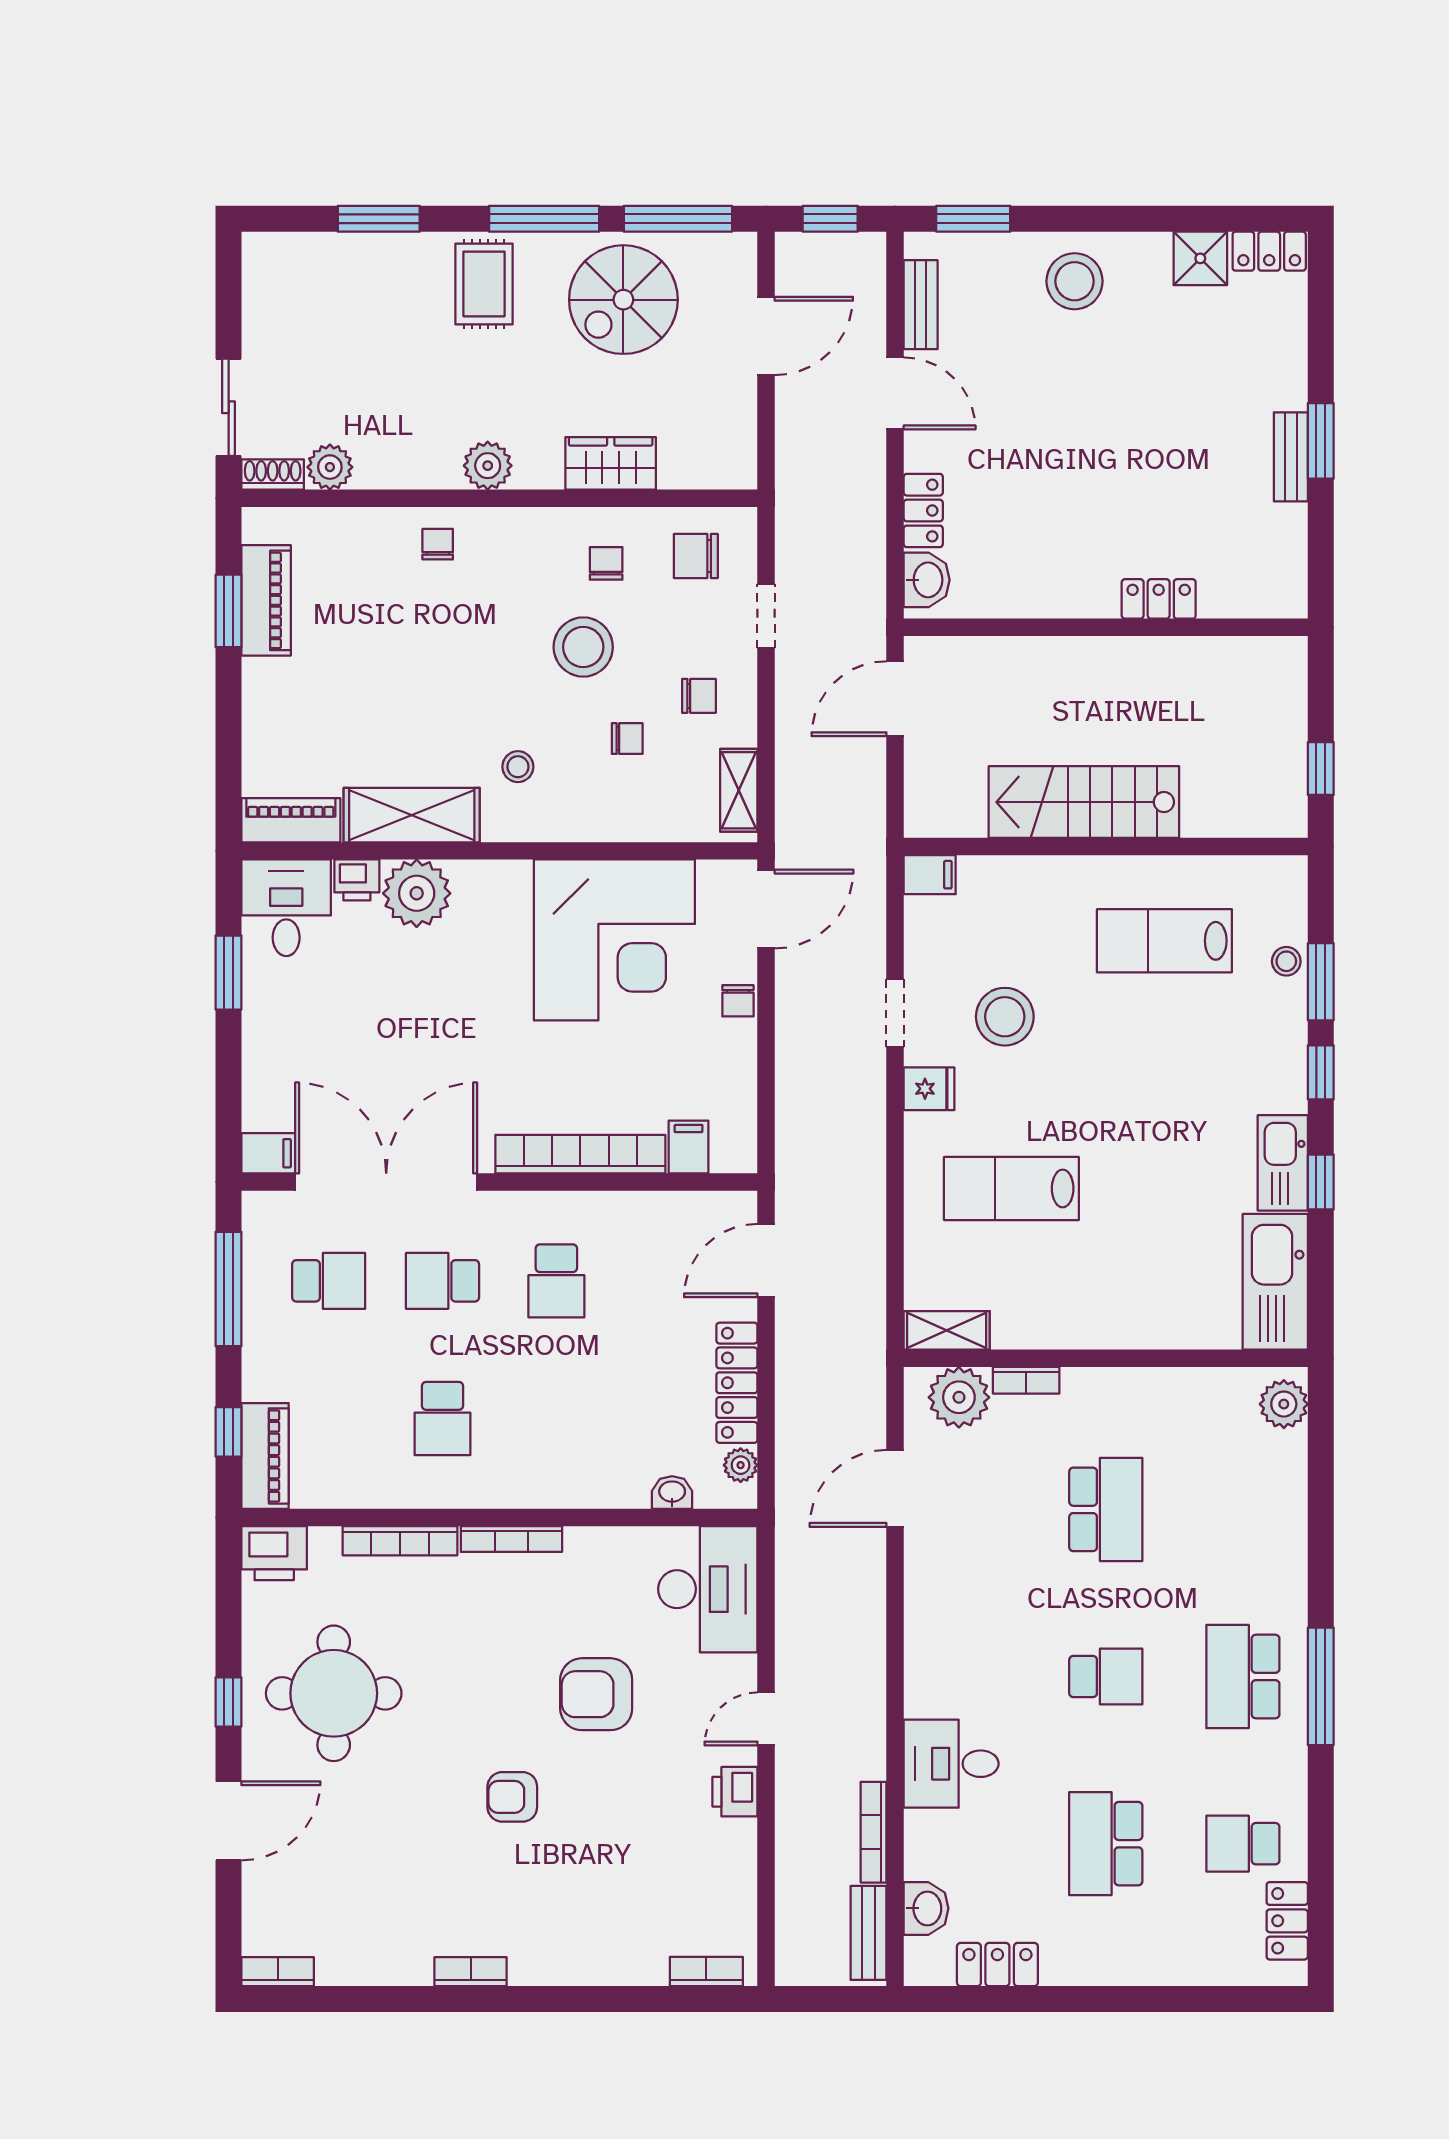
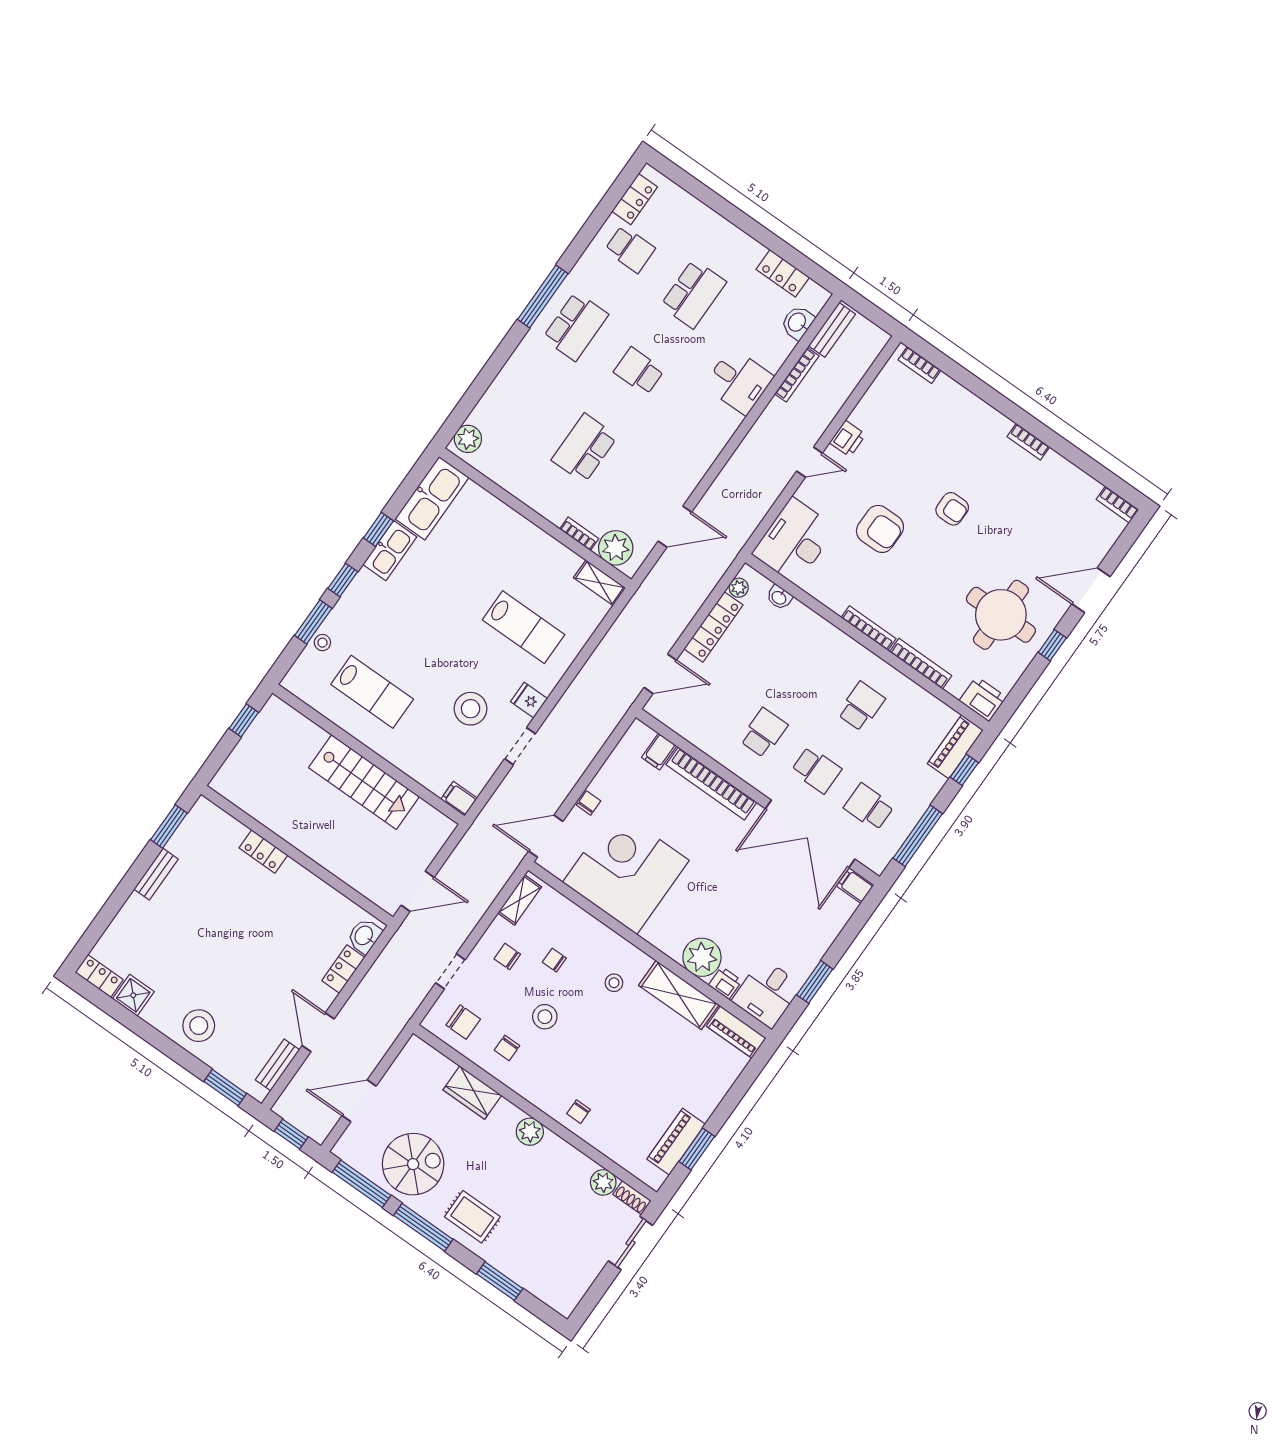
rug: (484, 284) -> (472, 1217), turned 90
window: (1321, 441) -> (169, 826), moved
stool: (583, 647) -> (545, 1017), width x0.73, depth x0.73

